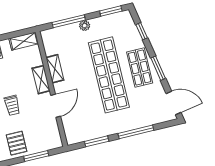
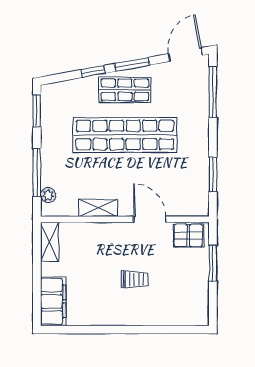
plant: (85, 26) -> (48, 195), moved
window: (142, 31) -> (93, 71), moved
shelving: (41, 80) -> (109, 231), removed
window: (136, 132) -> (213, 92), moved
pallet: (17, 143) -> (188, 235), moved

